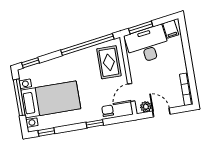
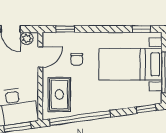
chair: (108, 111) -> (77, 59), moved
window: (95, 124) -> (65, 29), moved

